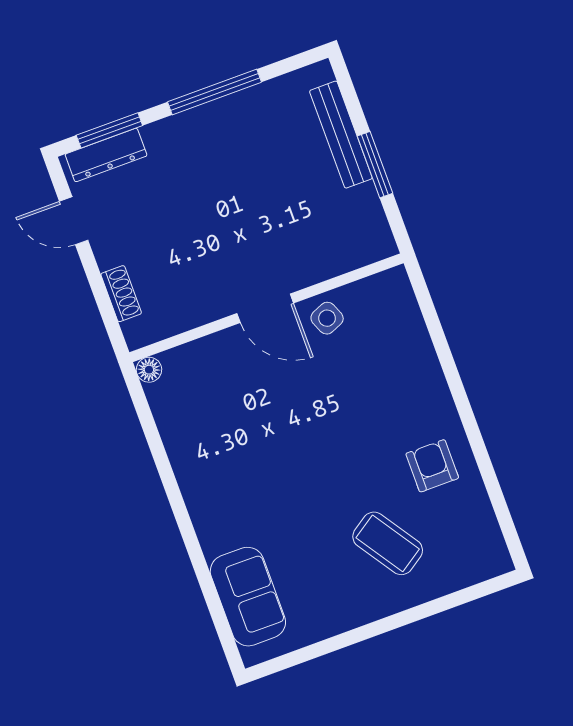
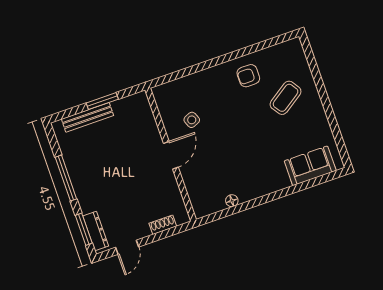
side table: (327, 318) -> (192, 120), moved
floor lamp: (149, 370) -> (232, 201), moved

